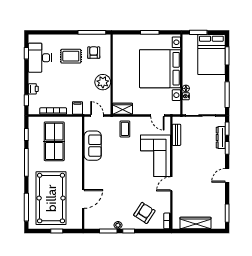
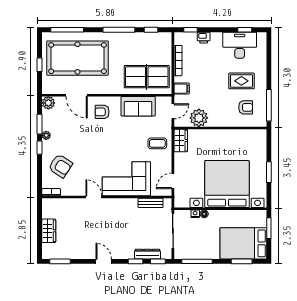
rug: (71, 56) -> (241, 81), turned 90
plant: (103, 82) -> (199, 118), moved
table tennis table: (54, 141) -> (147, 77), moved
armchair: (98, 177) -> (102, 112), added
plant: (90, 223) -> (48, 103), added
wardrobe: (195, 223) -> (49, 231), width x0.67

